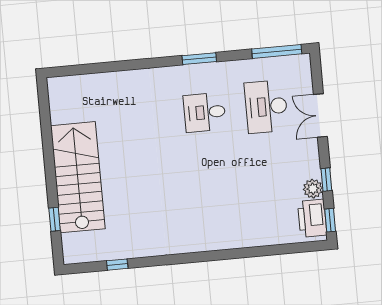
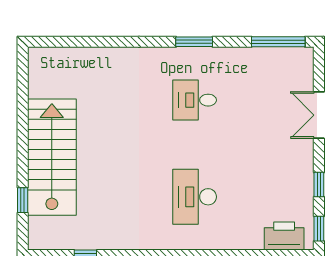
desk: (266, 107) -> (195, 197), moved
plant: (313, 189) -> (303, 193), removed
printer: (312, 218) -> (284, 236), moved, turned 90

